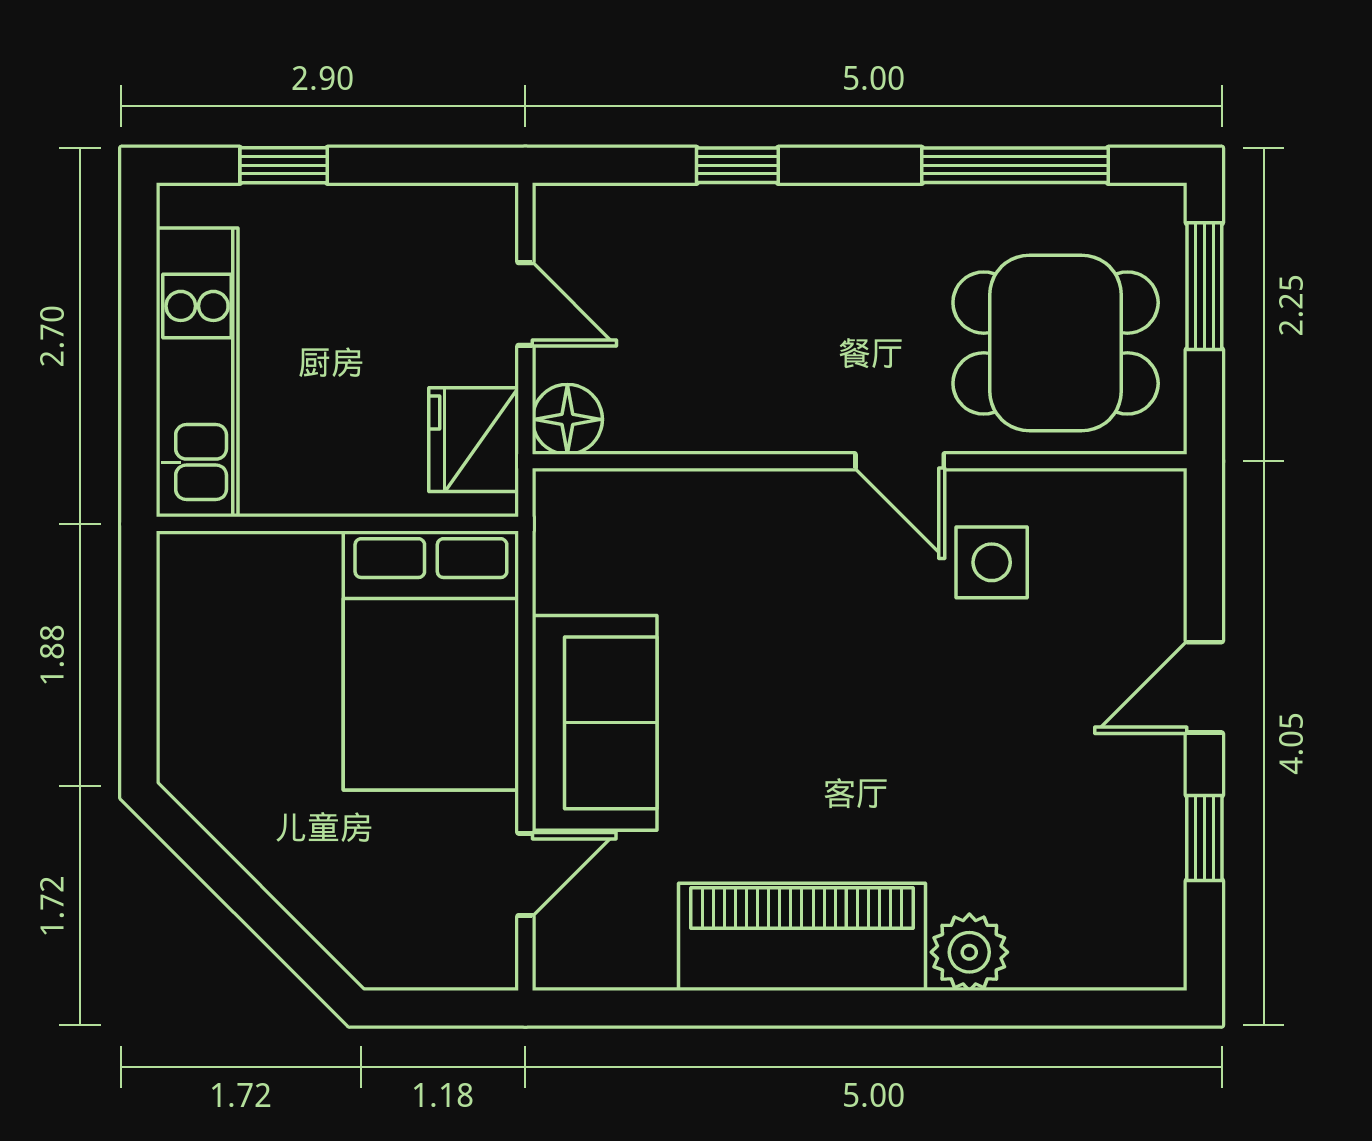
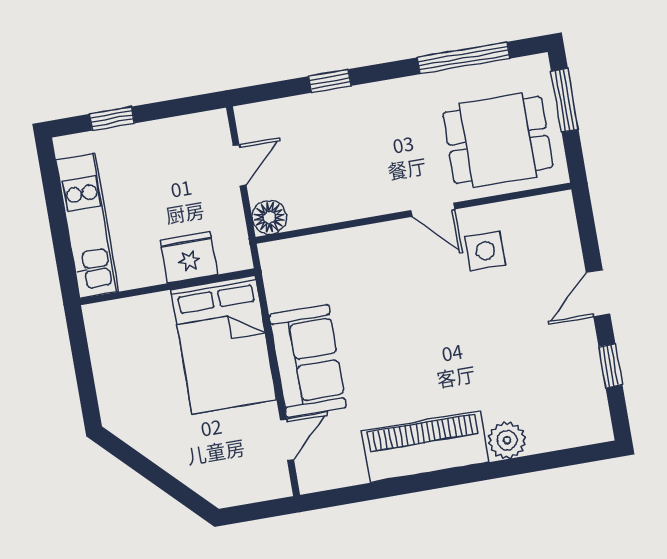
door: (525, 304) -> (240, 165), hinge flipped
fridge: (474, 440) -> (189, 257), moved, turned 90

